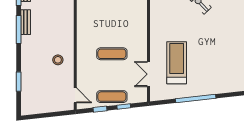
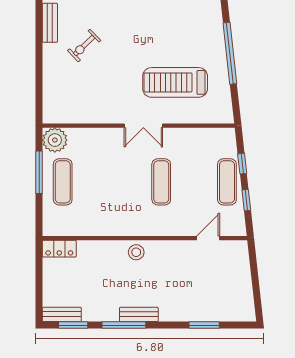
bench: (26, 22) -> (139, 314), moved
stool: (58, 60) -> (136, 252), moved
double door: (149, 74) -> (143, 126), moved
door: (75, 95) -> (208, 238), moved

